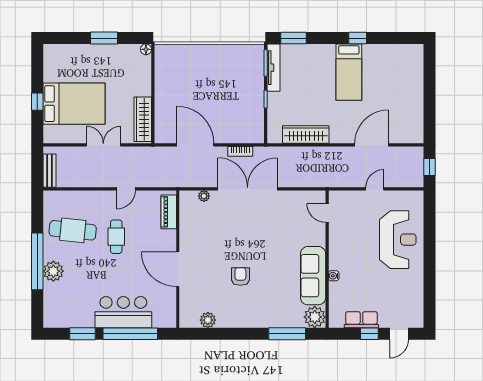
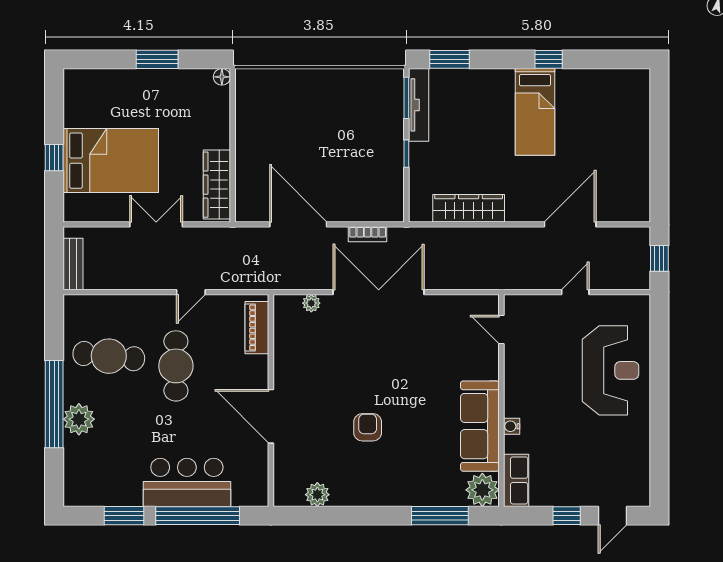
cafe table: (116, 237) -> (176, 366), width x1.37, depth x1.35
row of seats: (361, 320) -> (516, 480), moved, turned 90

